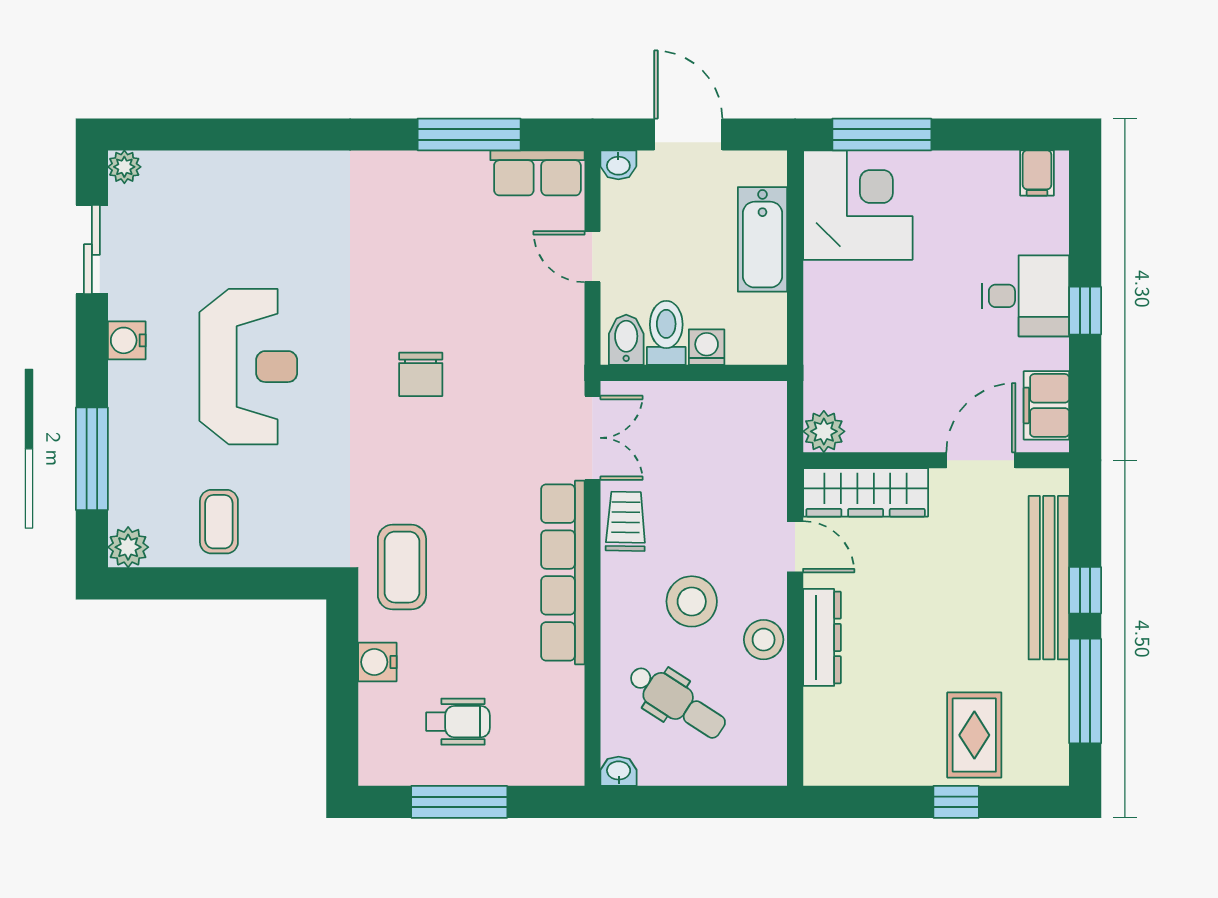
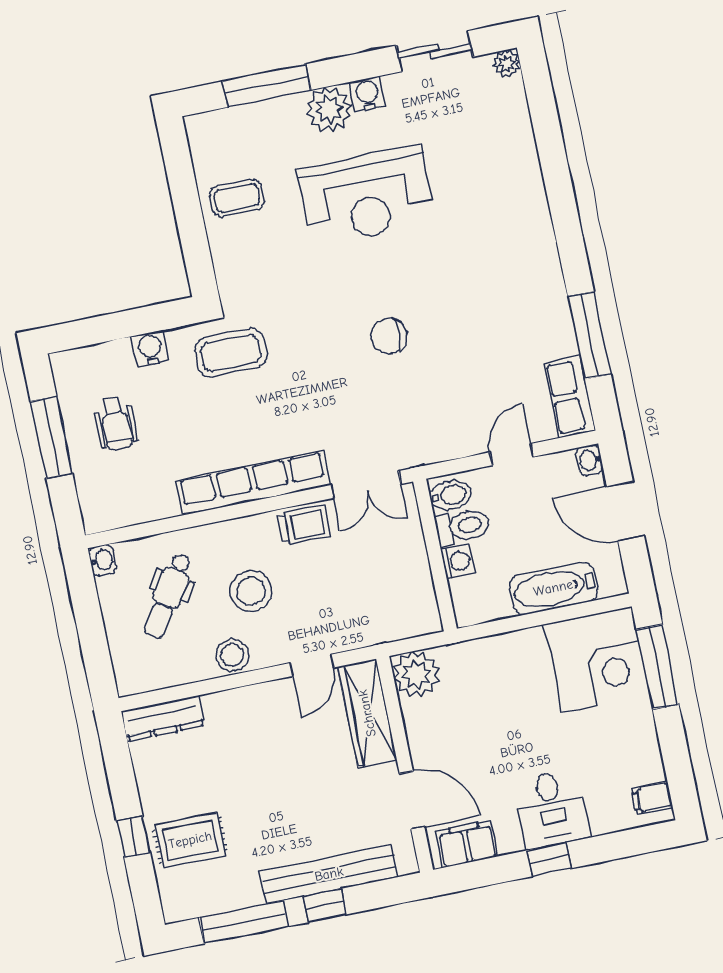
door: (688, 134) -> (626, 511), swing flipped
plant: (824, 431) -> (417, 674), width x1.36, depth x1.36
plant: (128, 547) -> (329, 109), moved, width x1.36, depth x1.36
dresser: (822, 637) -> (163, 718), moved

